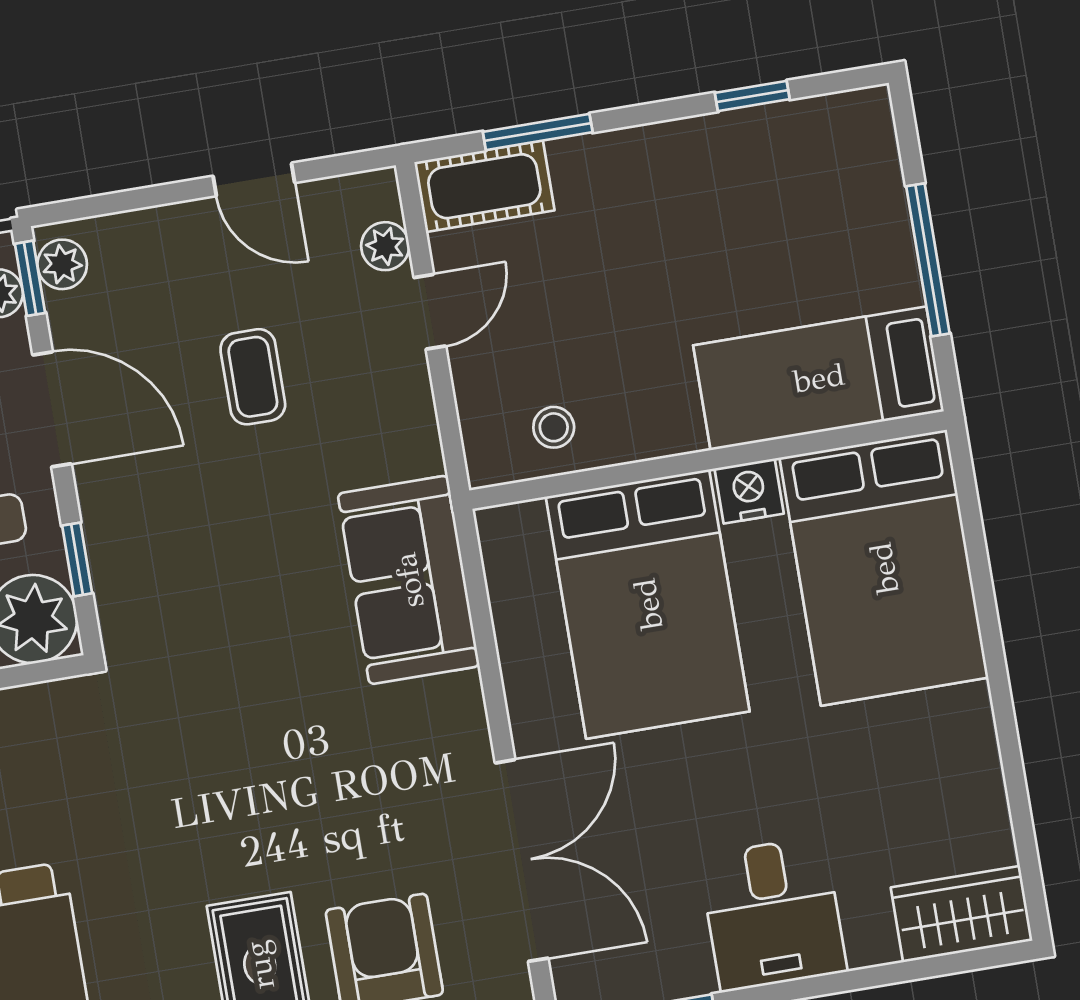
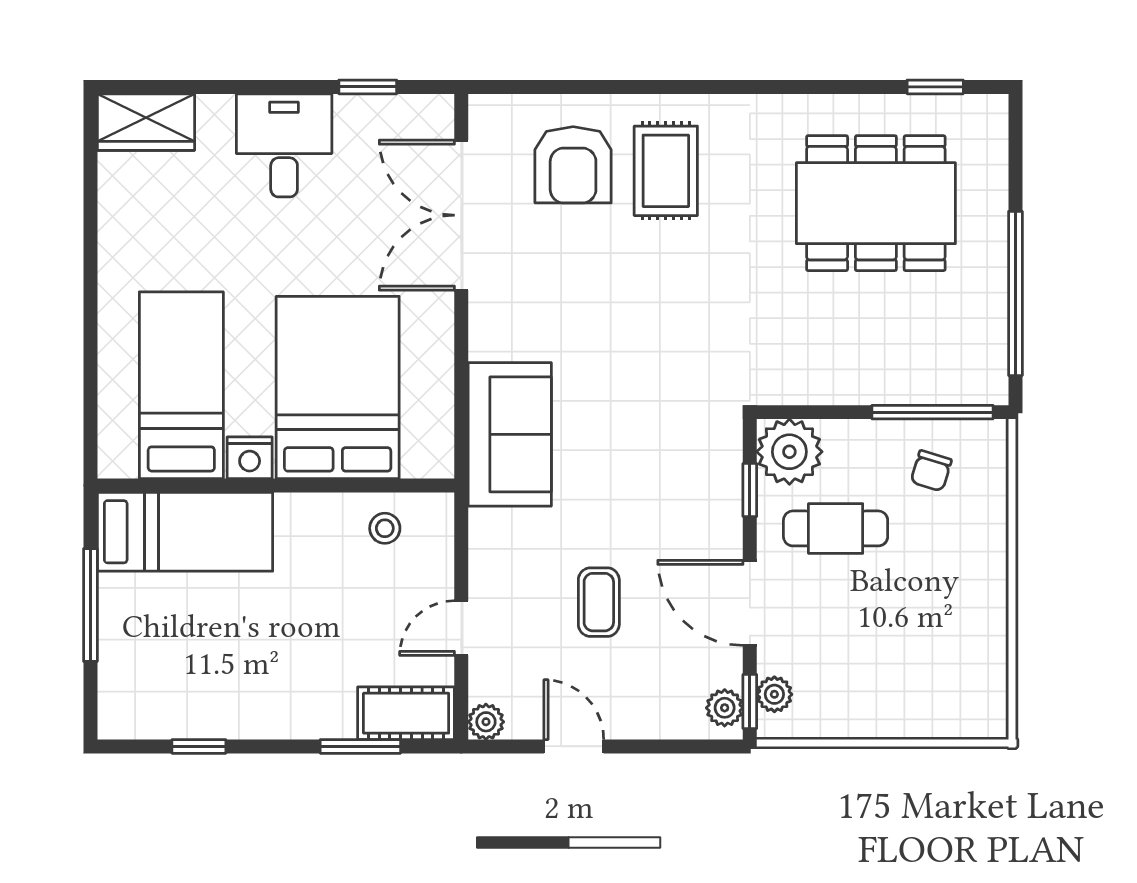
plant: (385, 246) -> (486, 722), moved
bed: (884, 568) -> (181, 385), width x0.67

